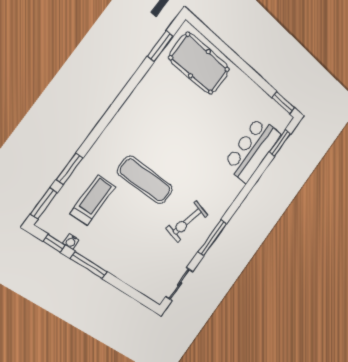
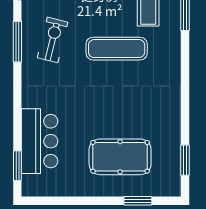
pool table: (199, 64) -> (120, 157), moved
window: (283, 103) -> (138, 201), moved

